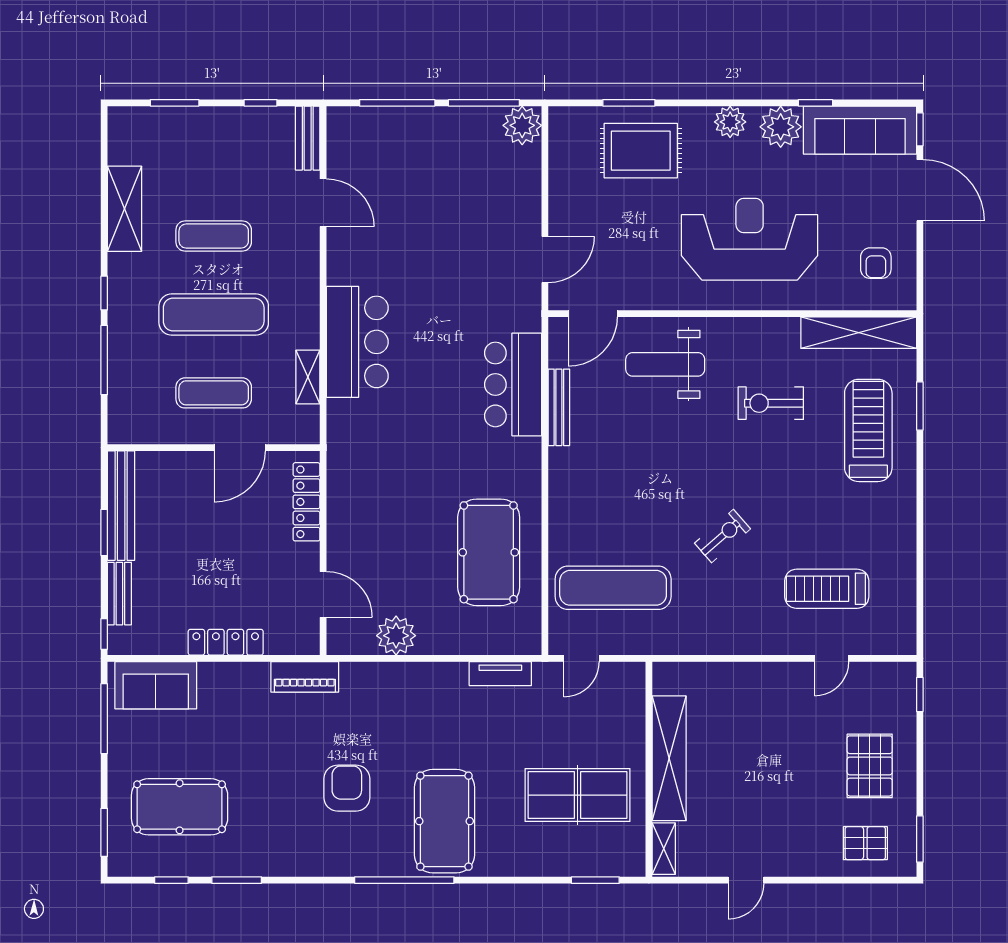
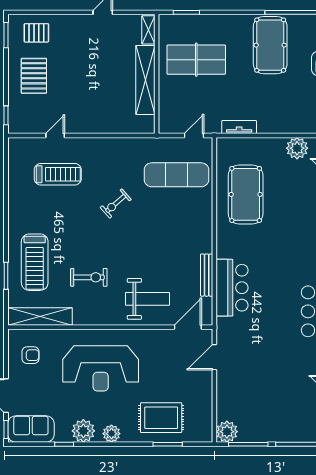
sofa: (860, 130) -> (31, 429), width x0.73
armchair: (876, 263) -> (30, 355), turned 90

